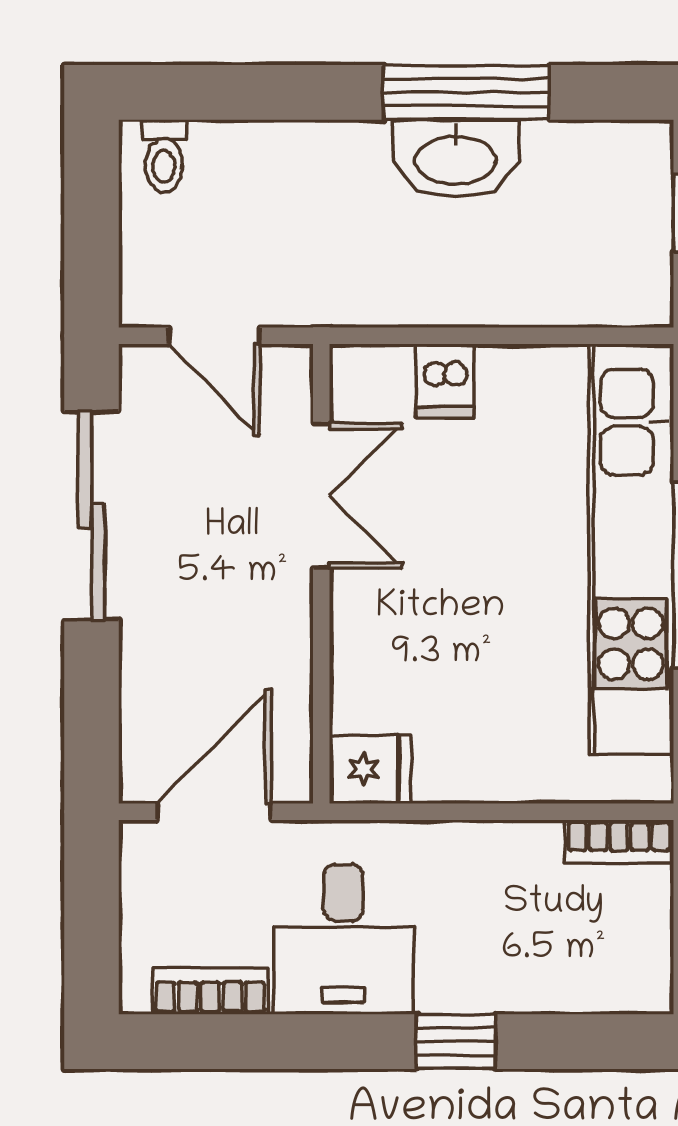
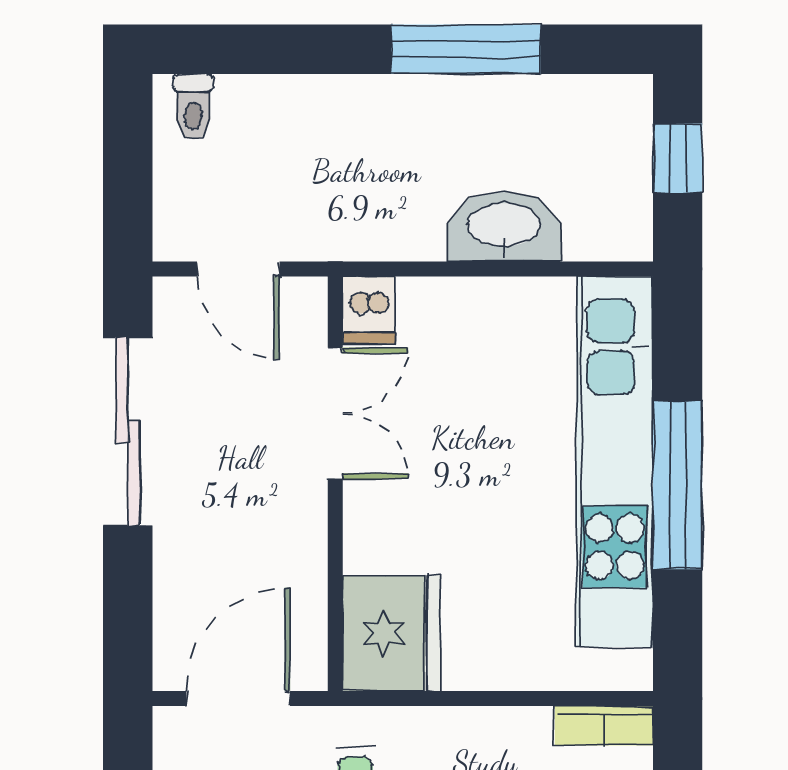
washbasin: (456, 158) -> (504, 227), moved, turned 180
dishwasher: (445, 381) -> (369, 310), moved
fridge: (370, 770) -> (392, 633), width x1.88, depth x1.34

